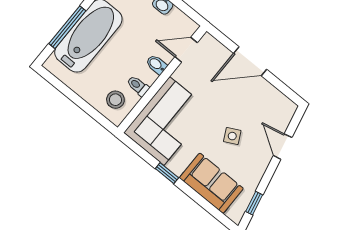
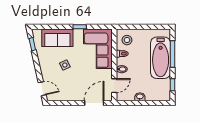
door: (250, 61) -> (94, 103), moved
door: (283, 147) -> (42, 89), moved

